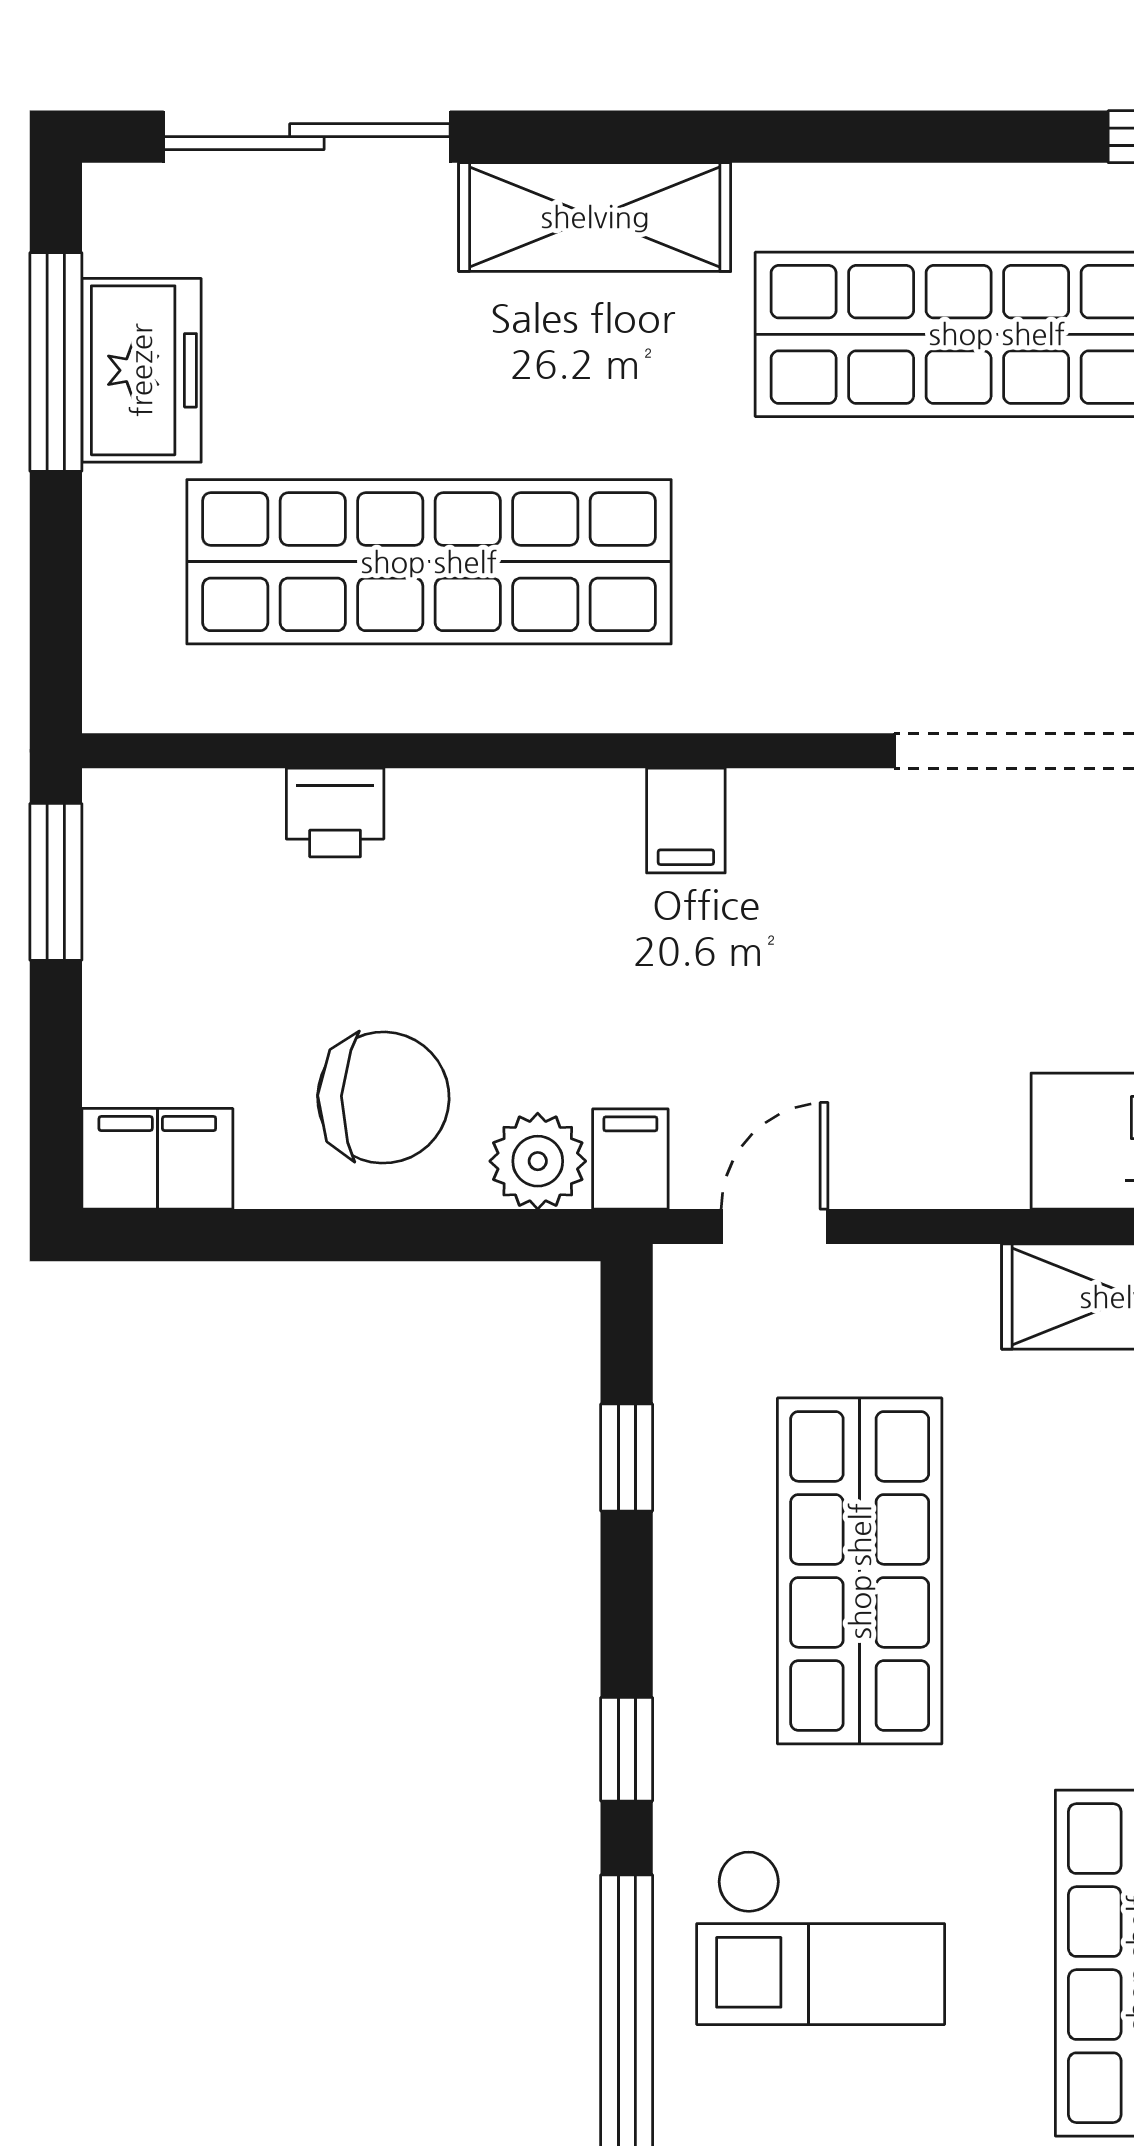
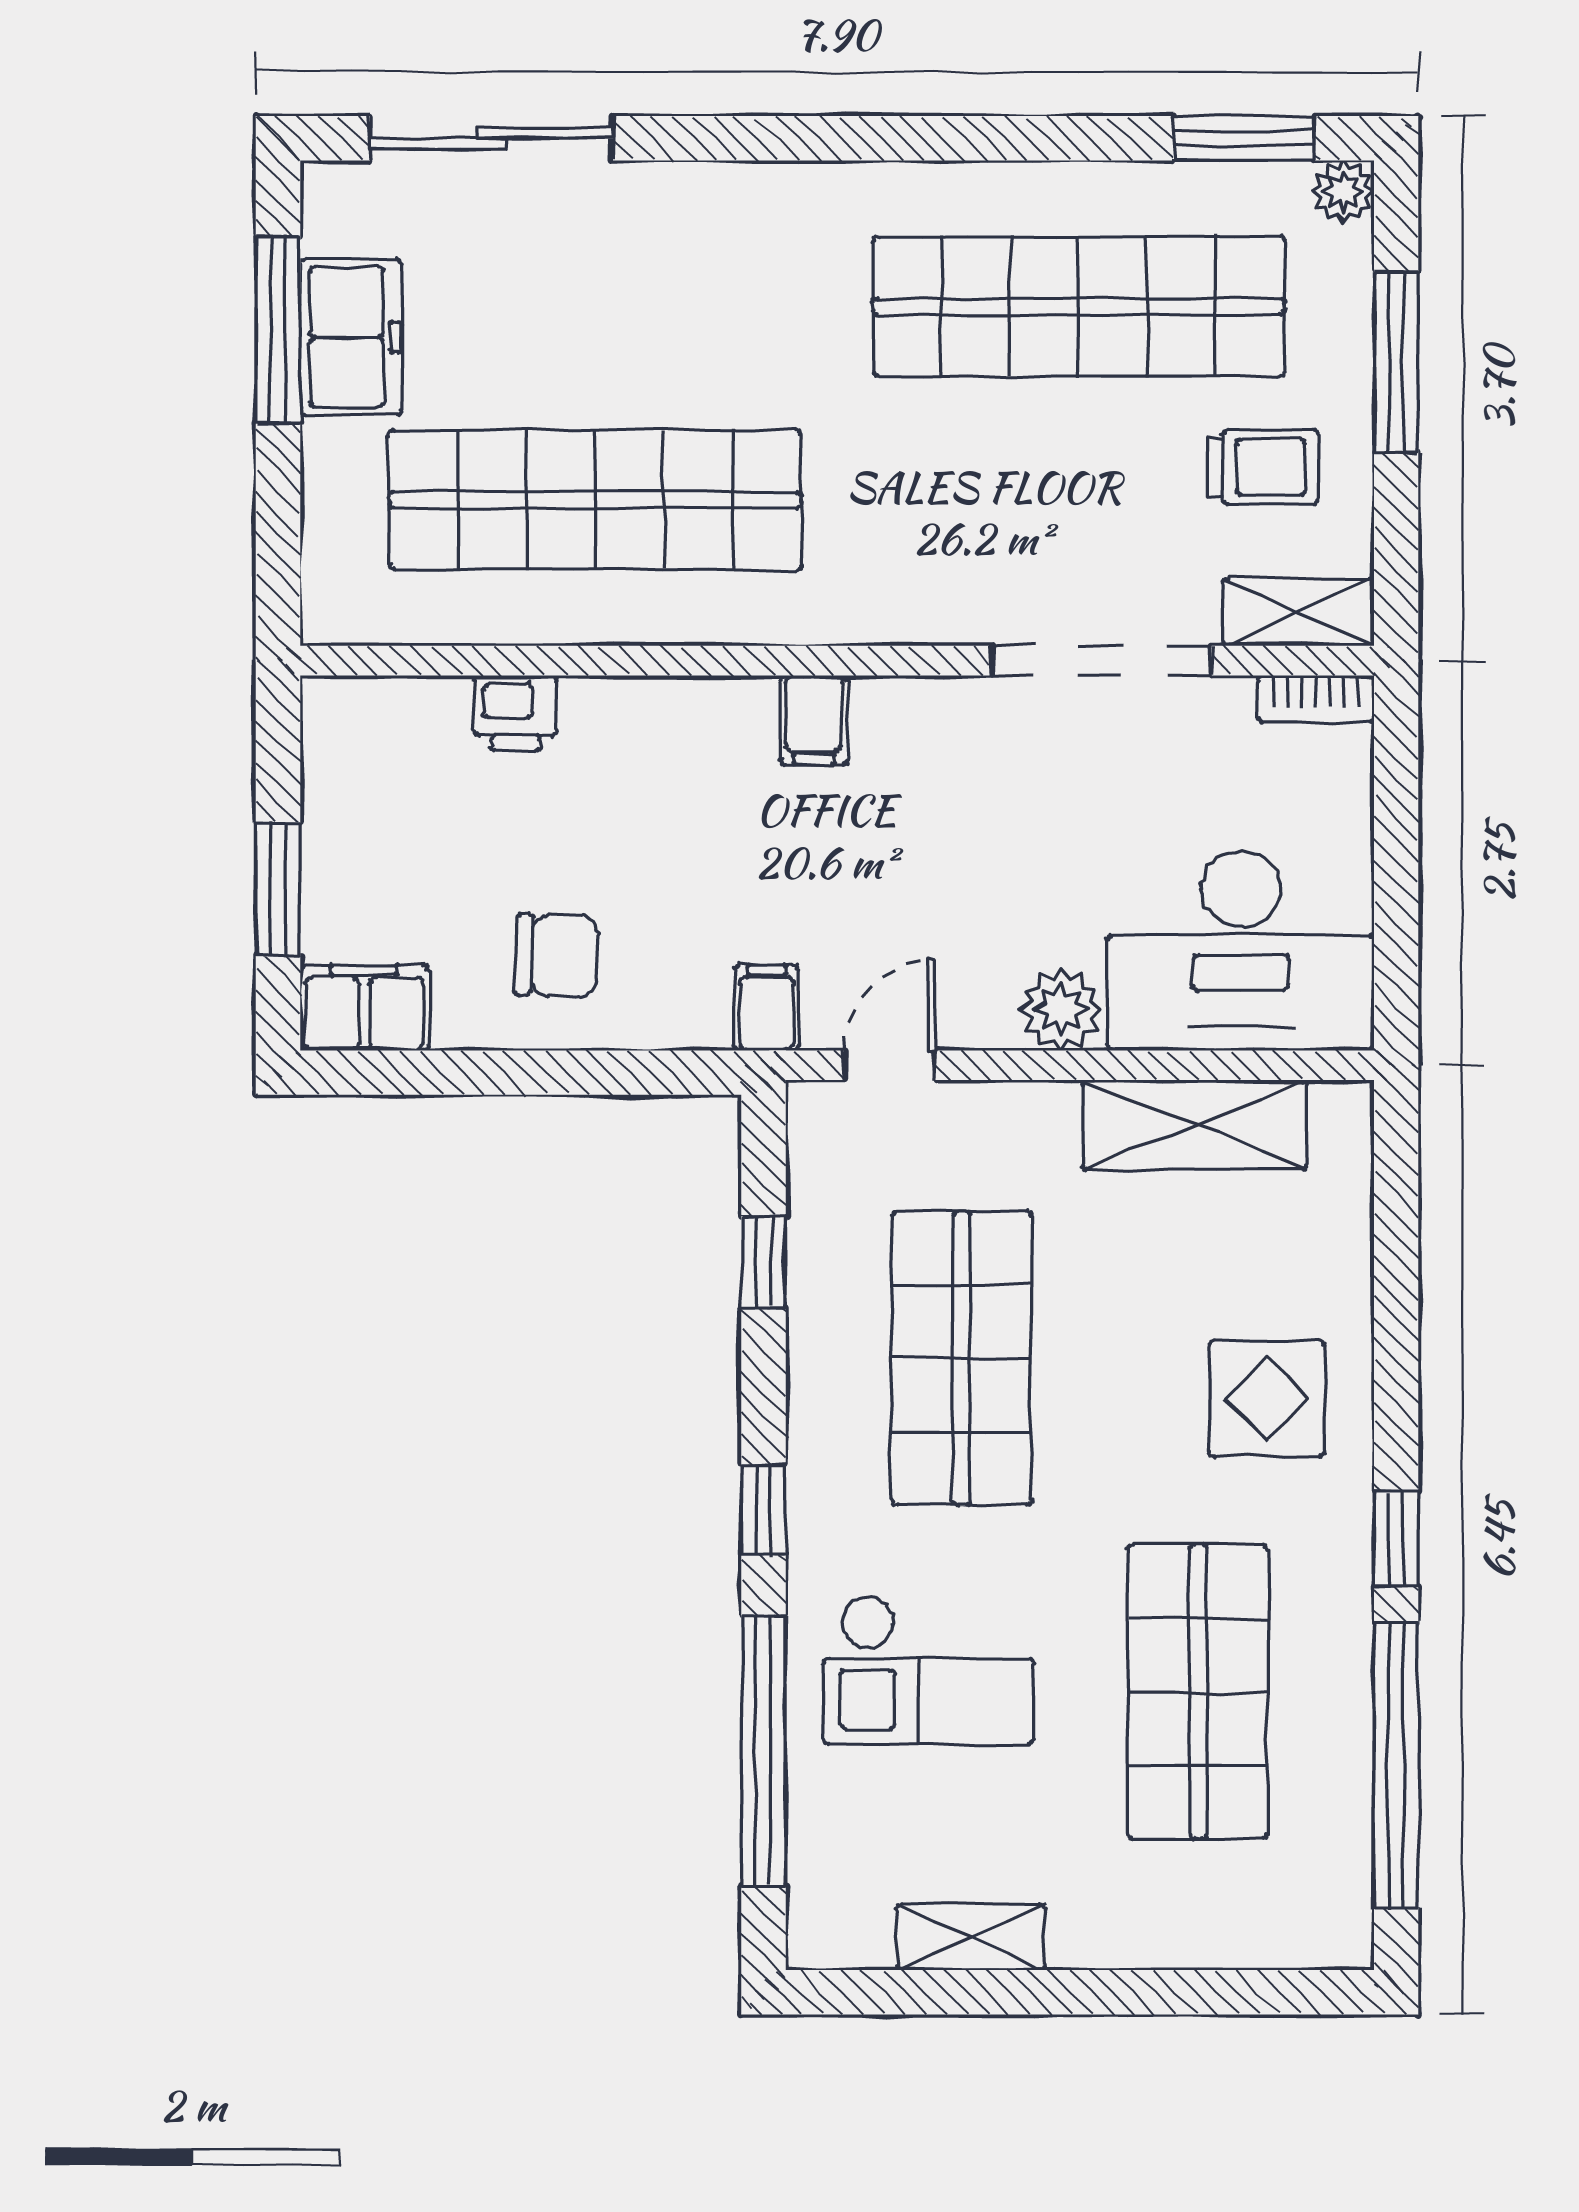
shelving: (595, 217) -> (736, 207), removed
window: (56, 882) -> (278, 889), moved
chair: (383, 1098) -> (557, 956), width x0.73, depth x0.73
plant: (538, 1161) -> (1061, 1010), moved

